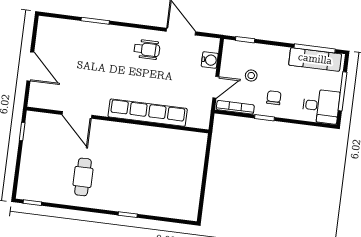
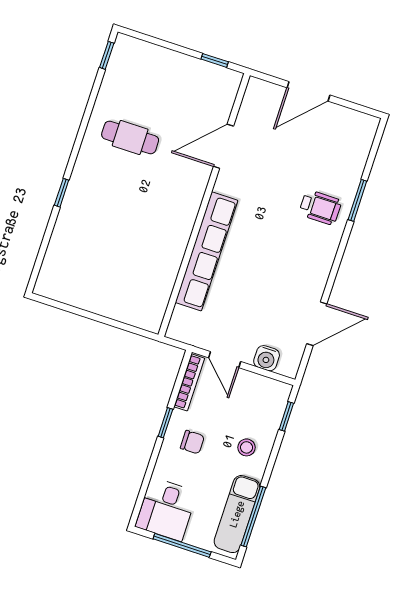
wheelchair: (147, 49) -> (320, 207), moved, turned -90
stool: (251, 76) -> (246, 447), moved

